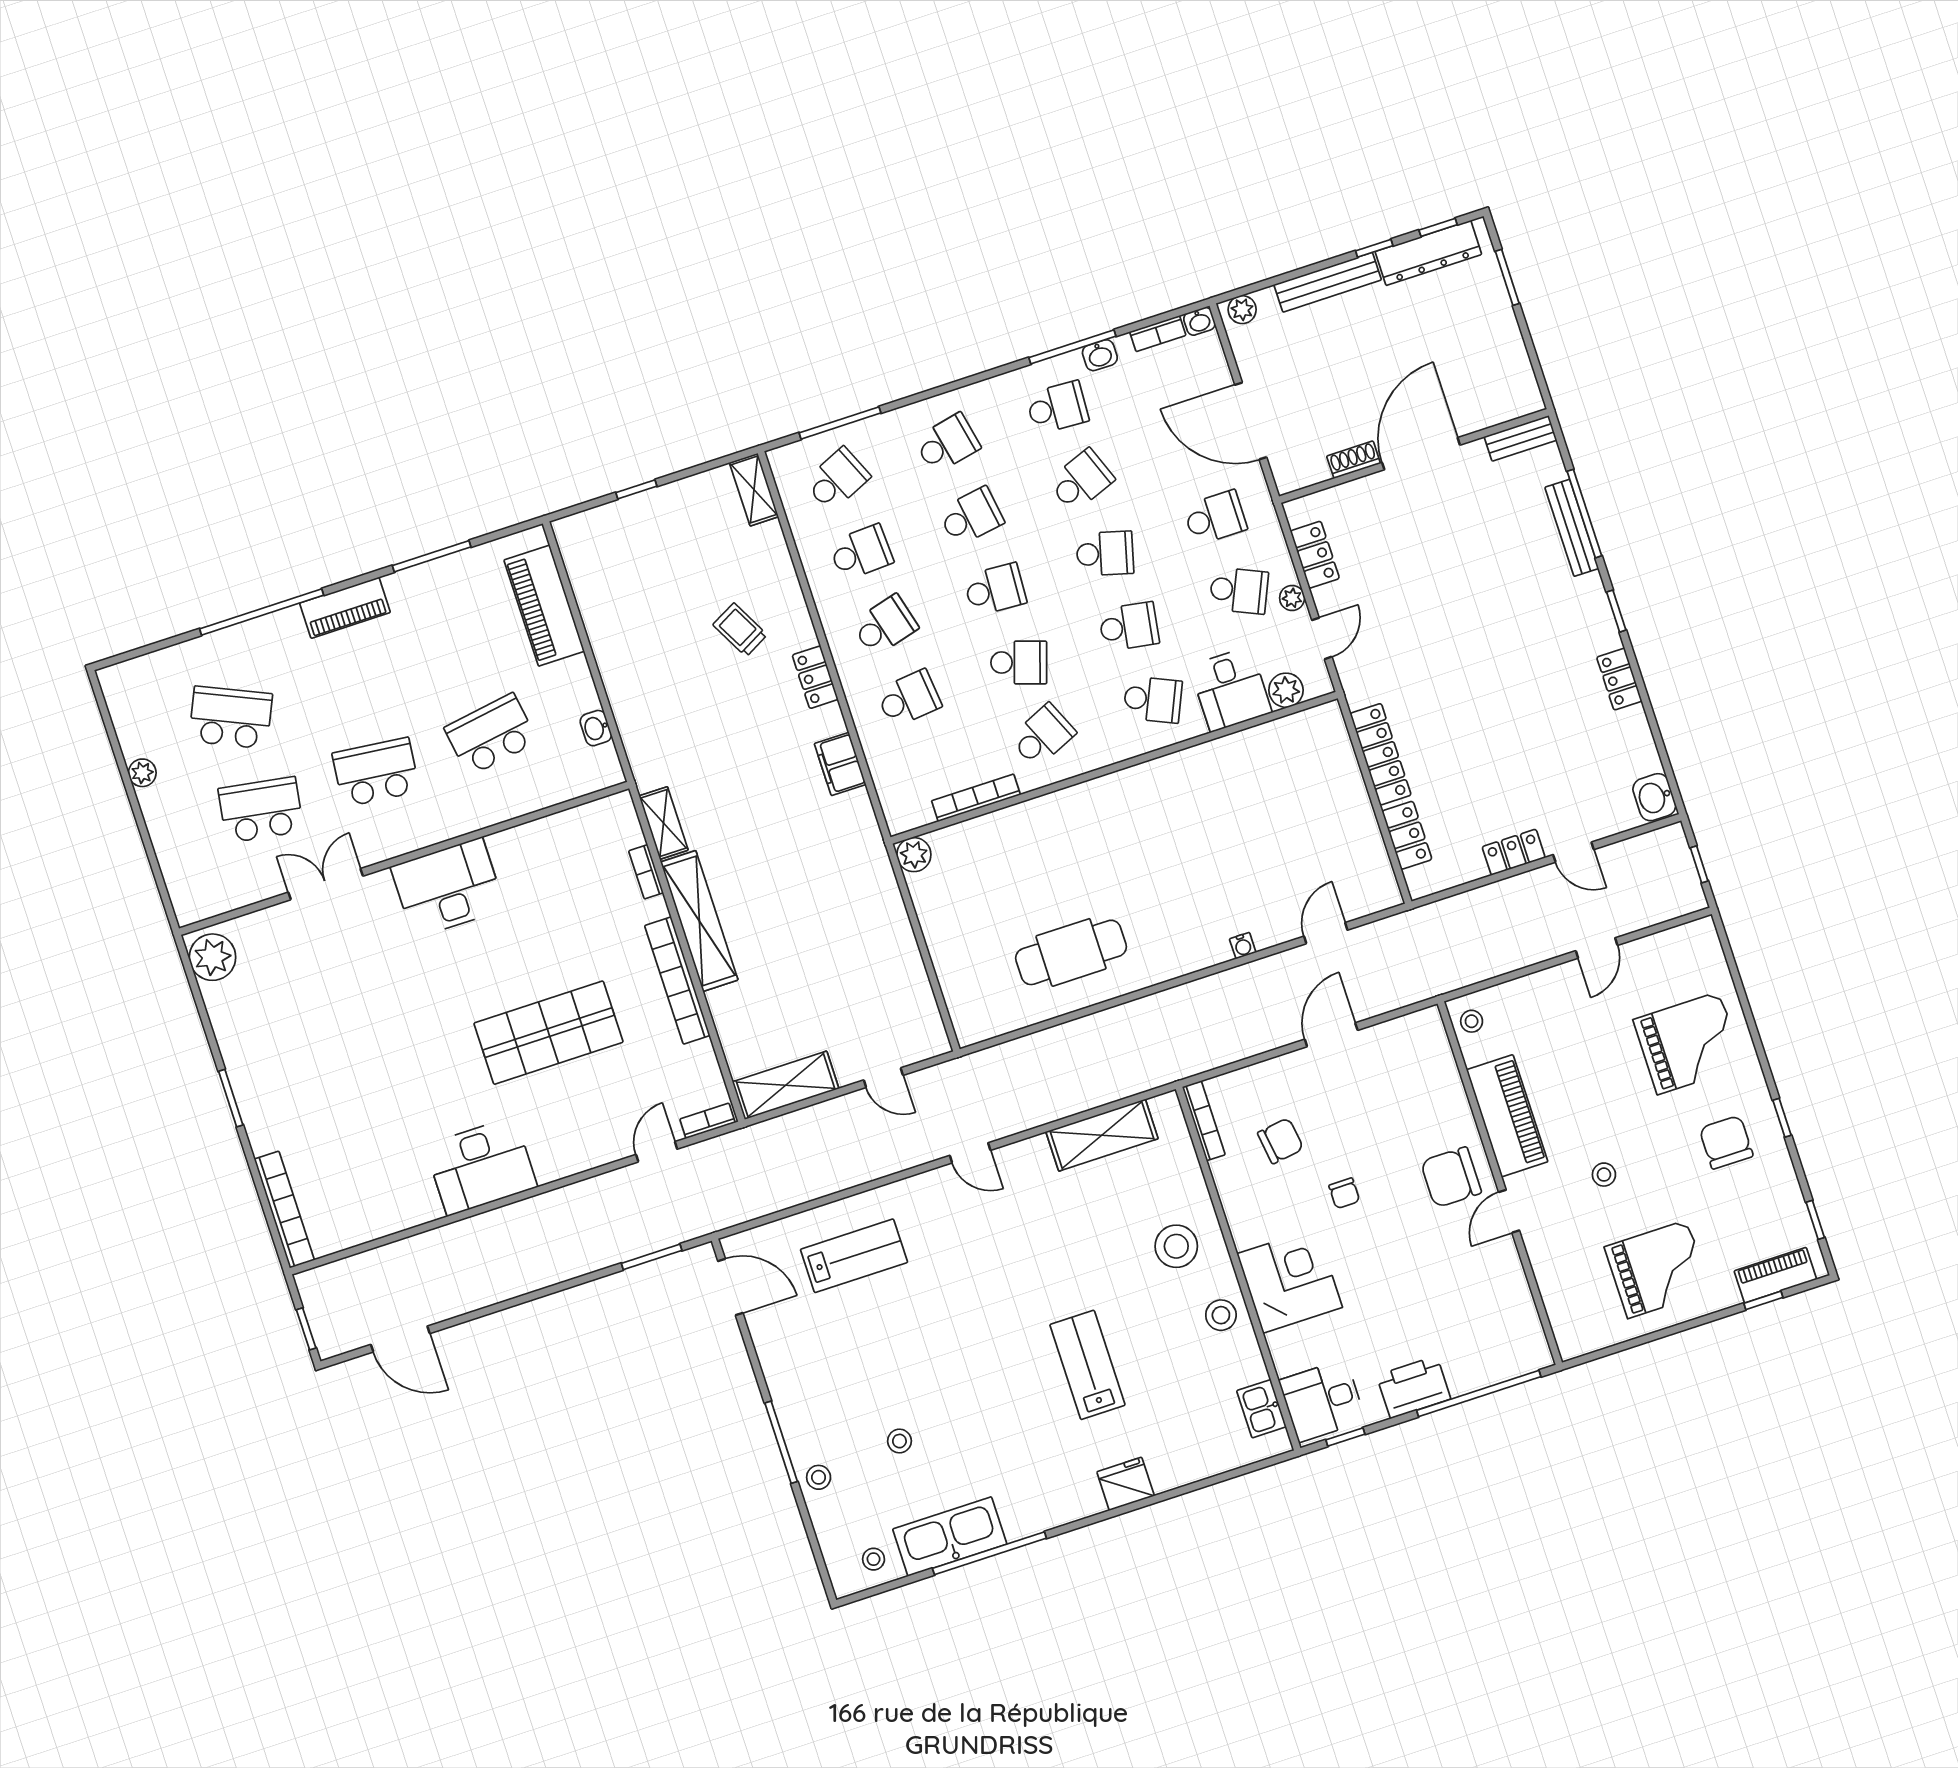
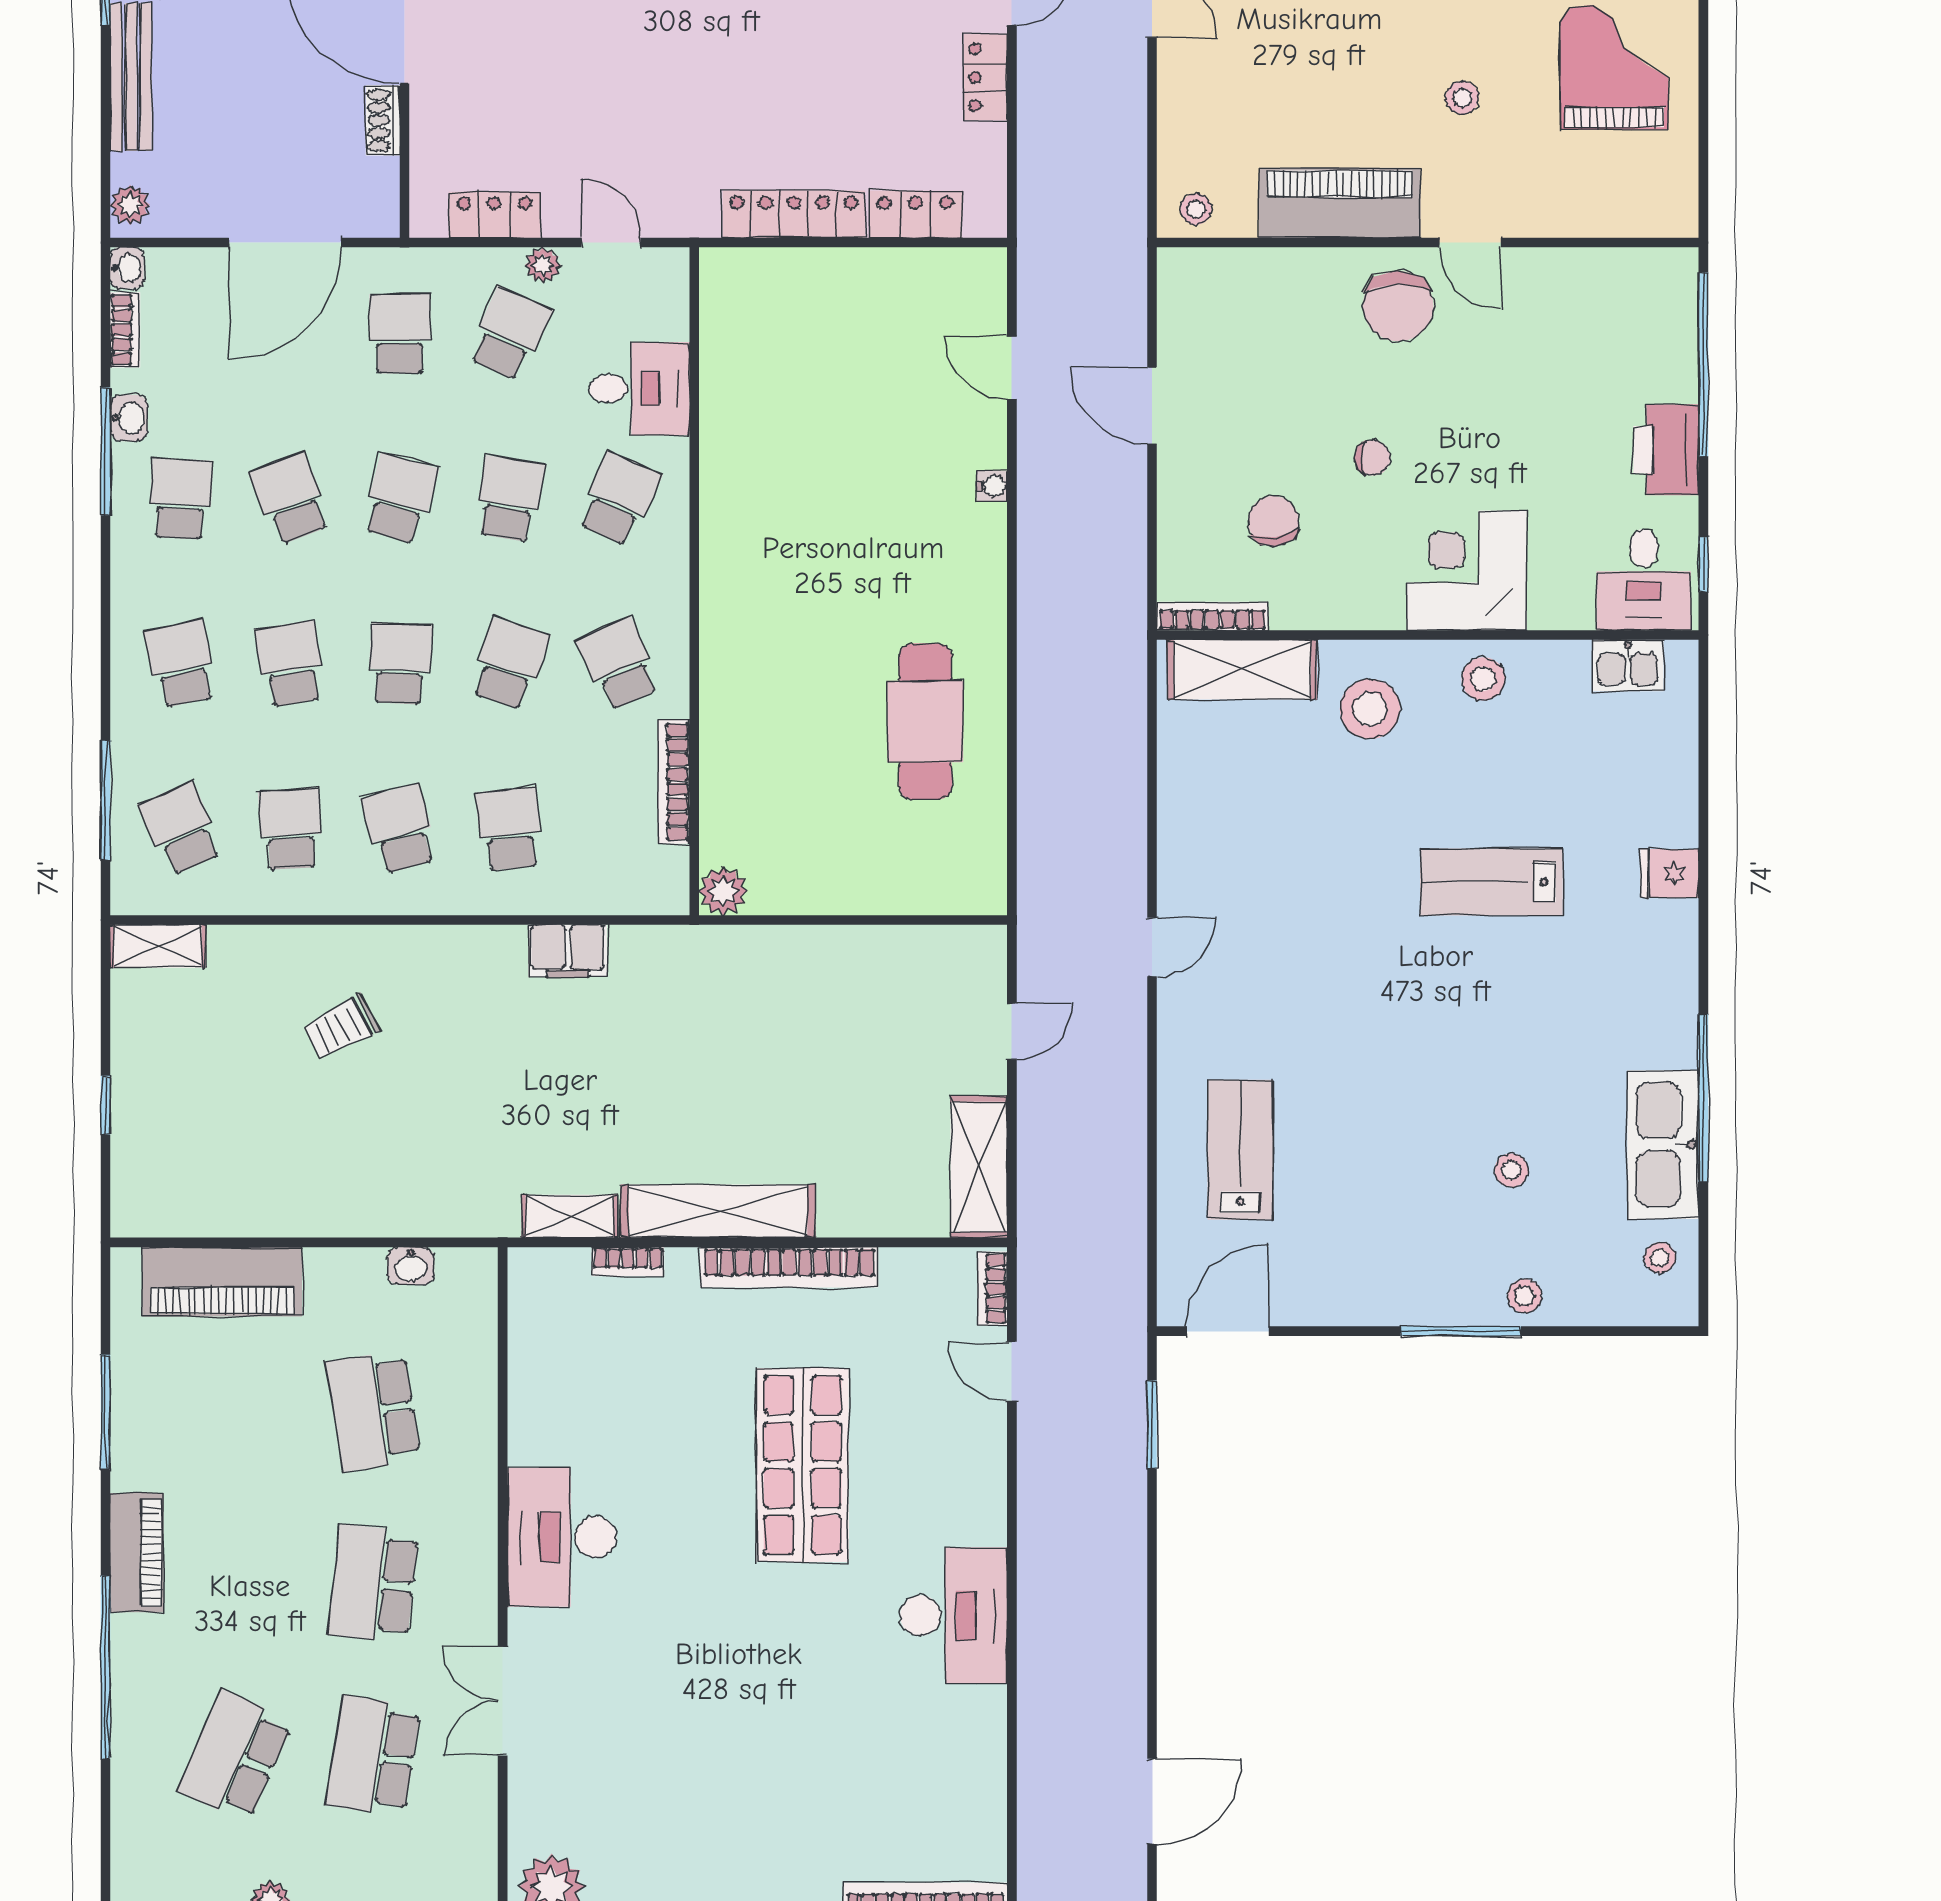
locker: (815, 677) -> (439, 946), removed
plant: (1286, 690) -> (665, 314), removed
shelving: (1102, 1135) -> (1242, 670), moved, turned 90
fridge: (1126, 1484) -> (1670, 874), width x0.72

